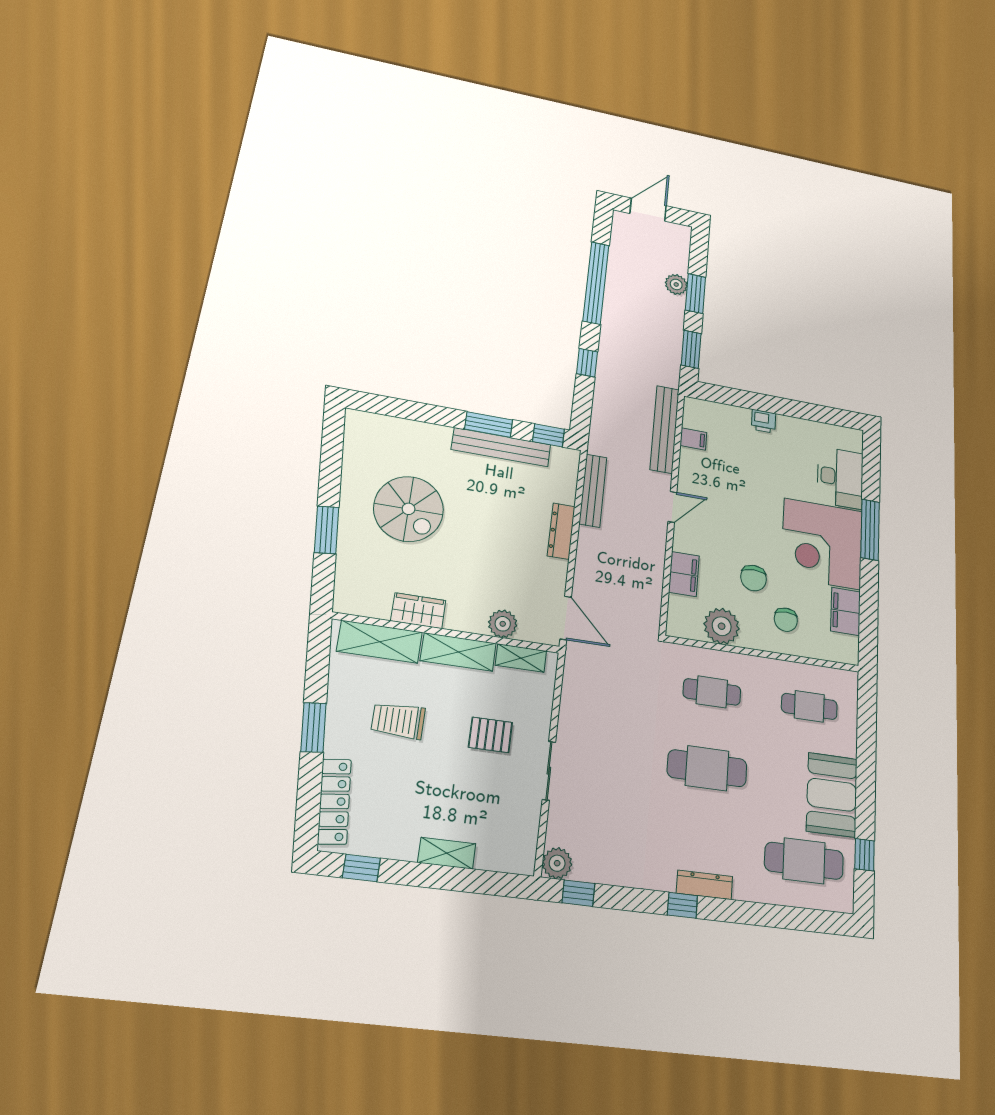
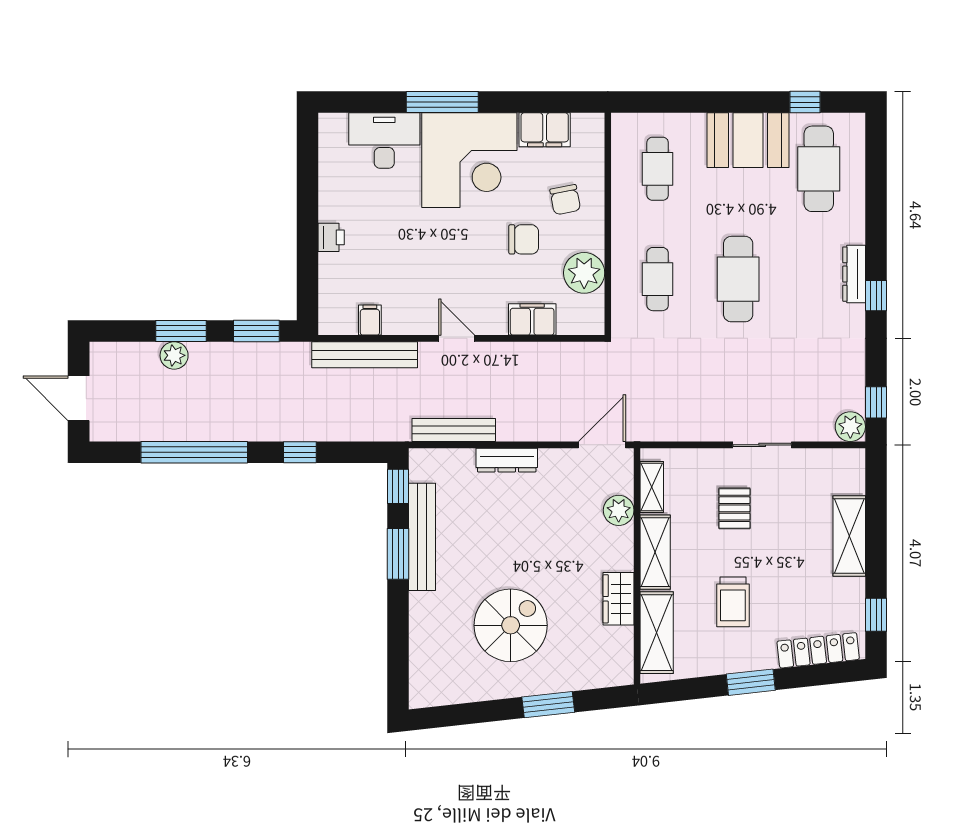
chair: (786, 620) -> (565, 200), turned 79
shelving: (447, 853) -> (849, 536), width x1.50, depth x1.33

